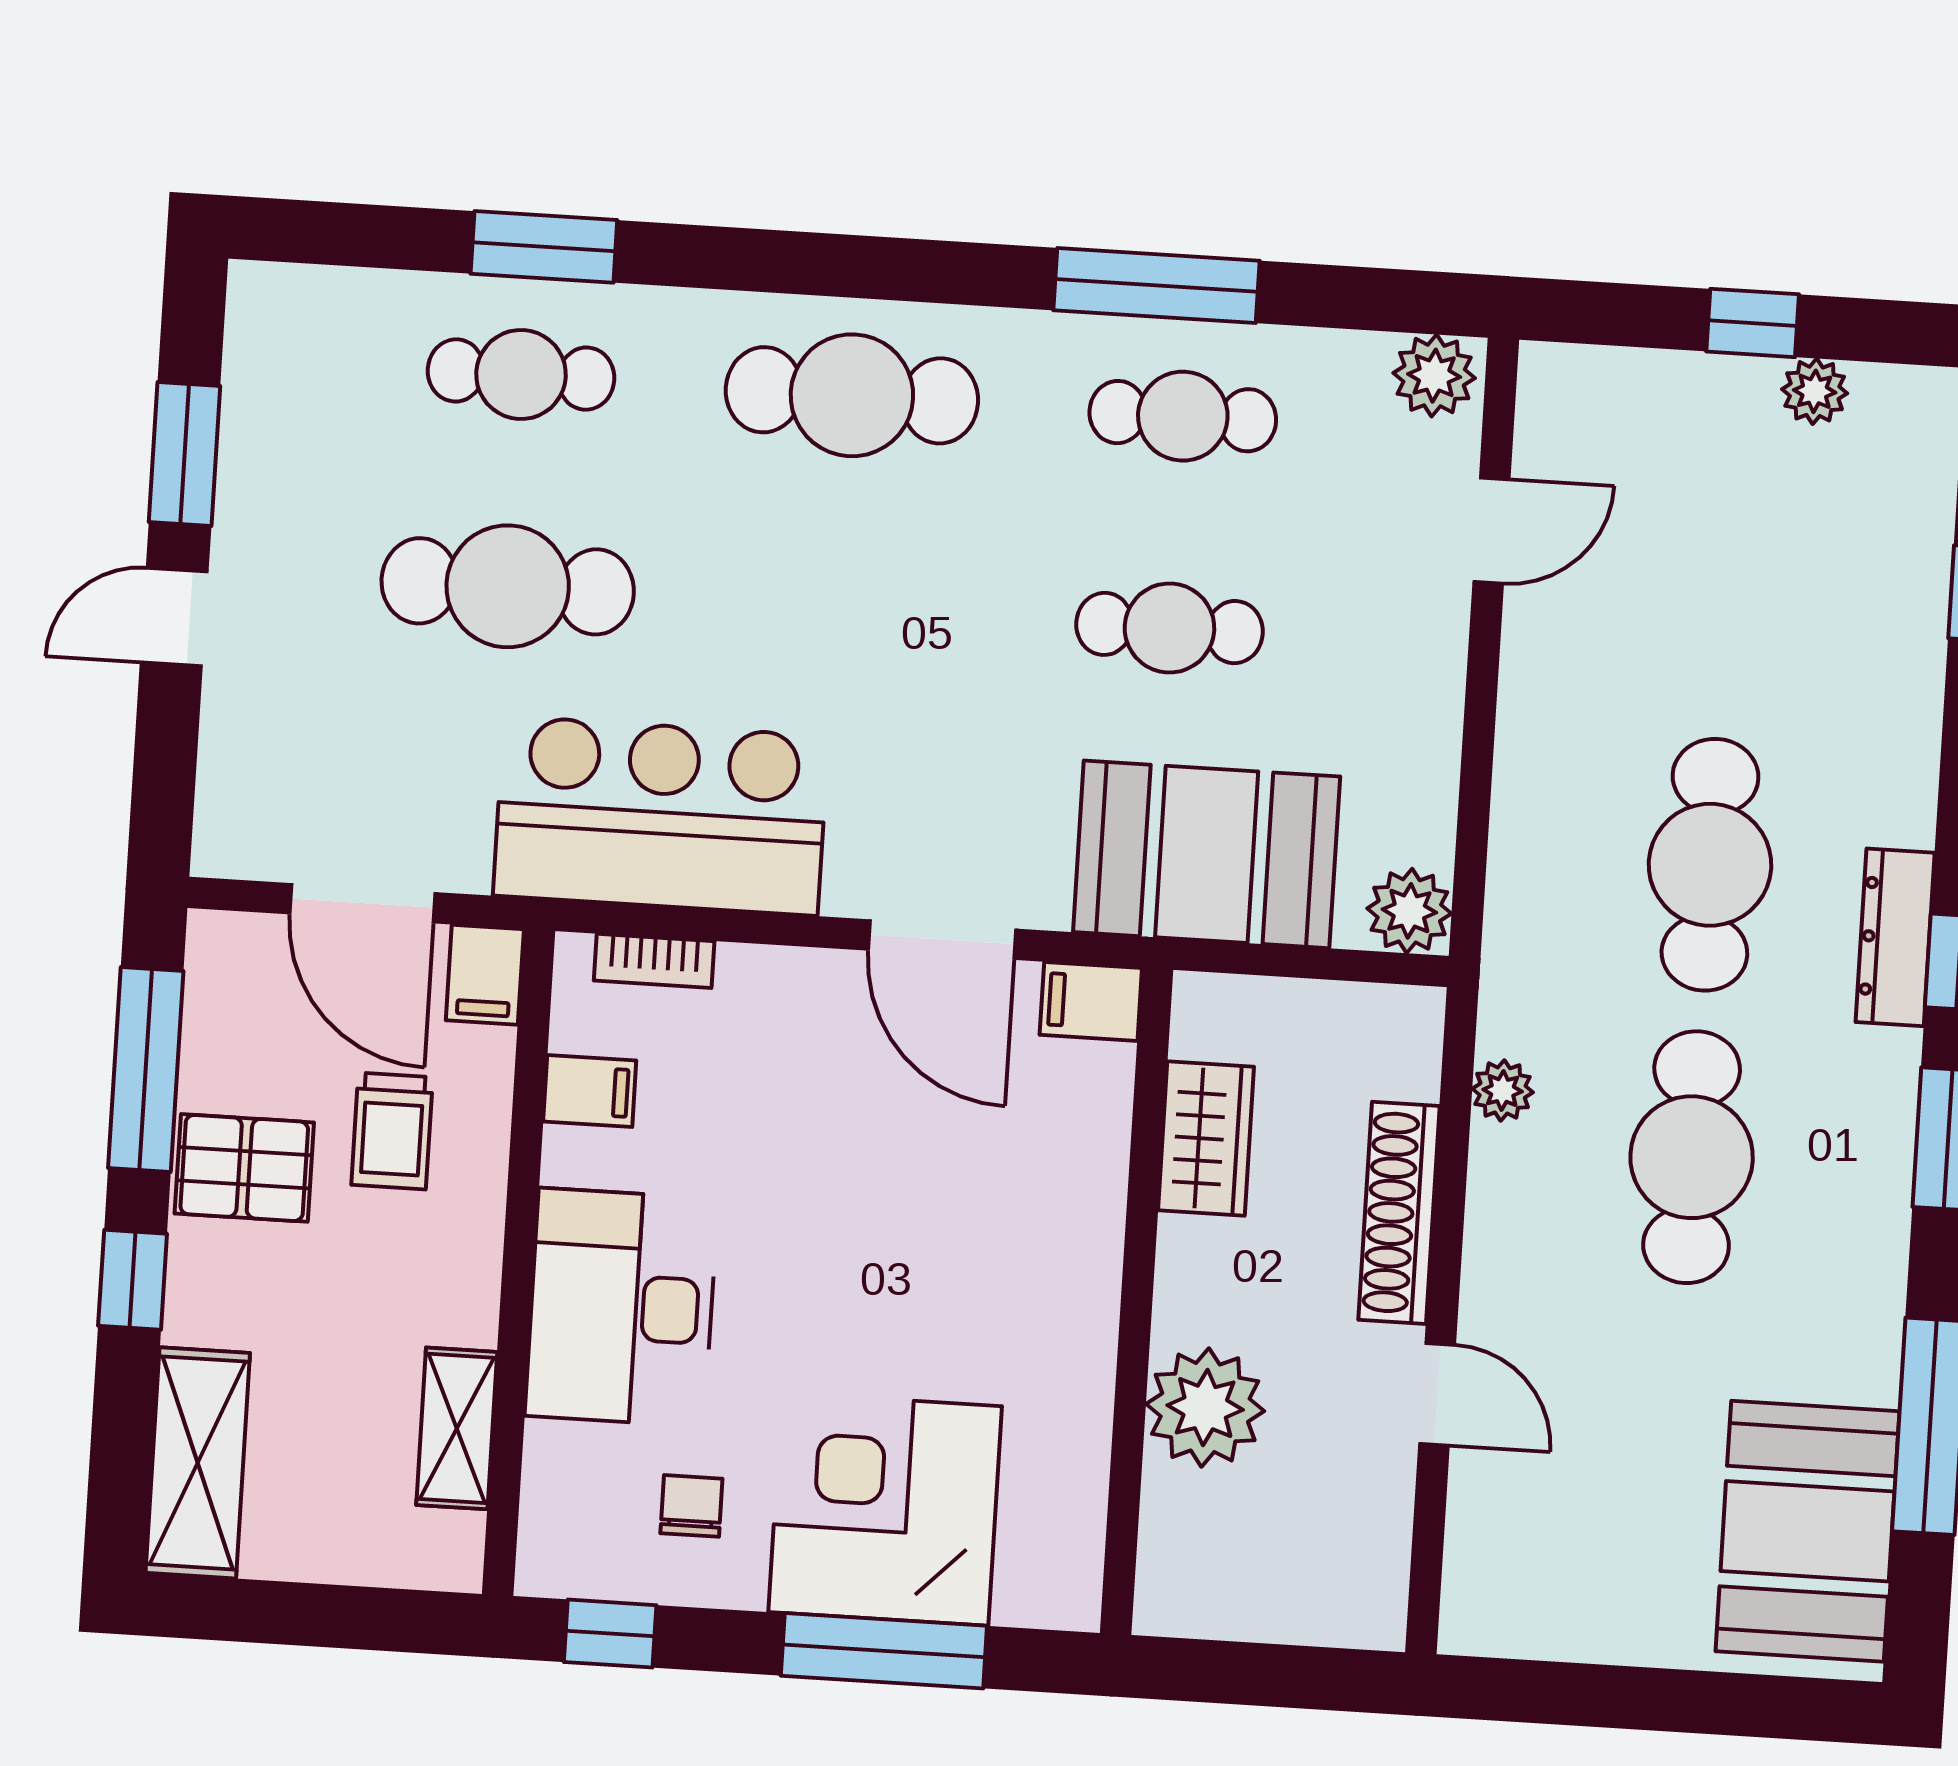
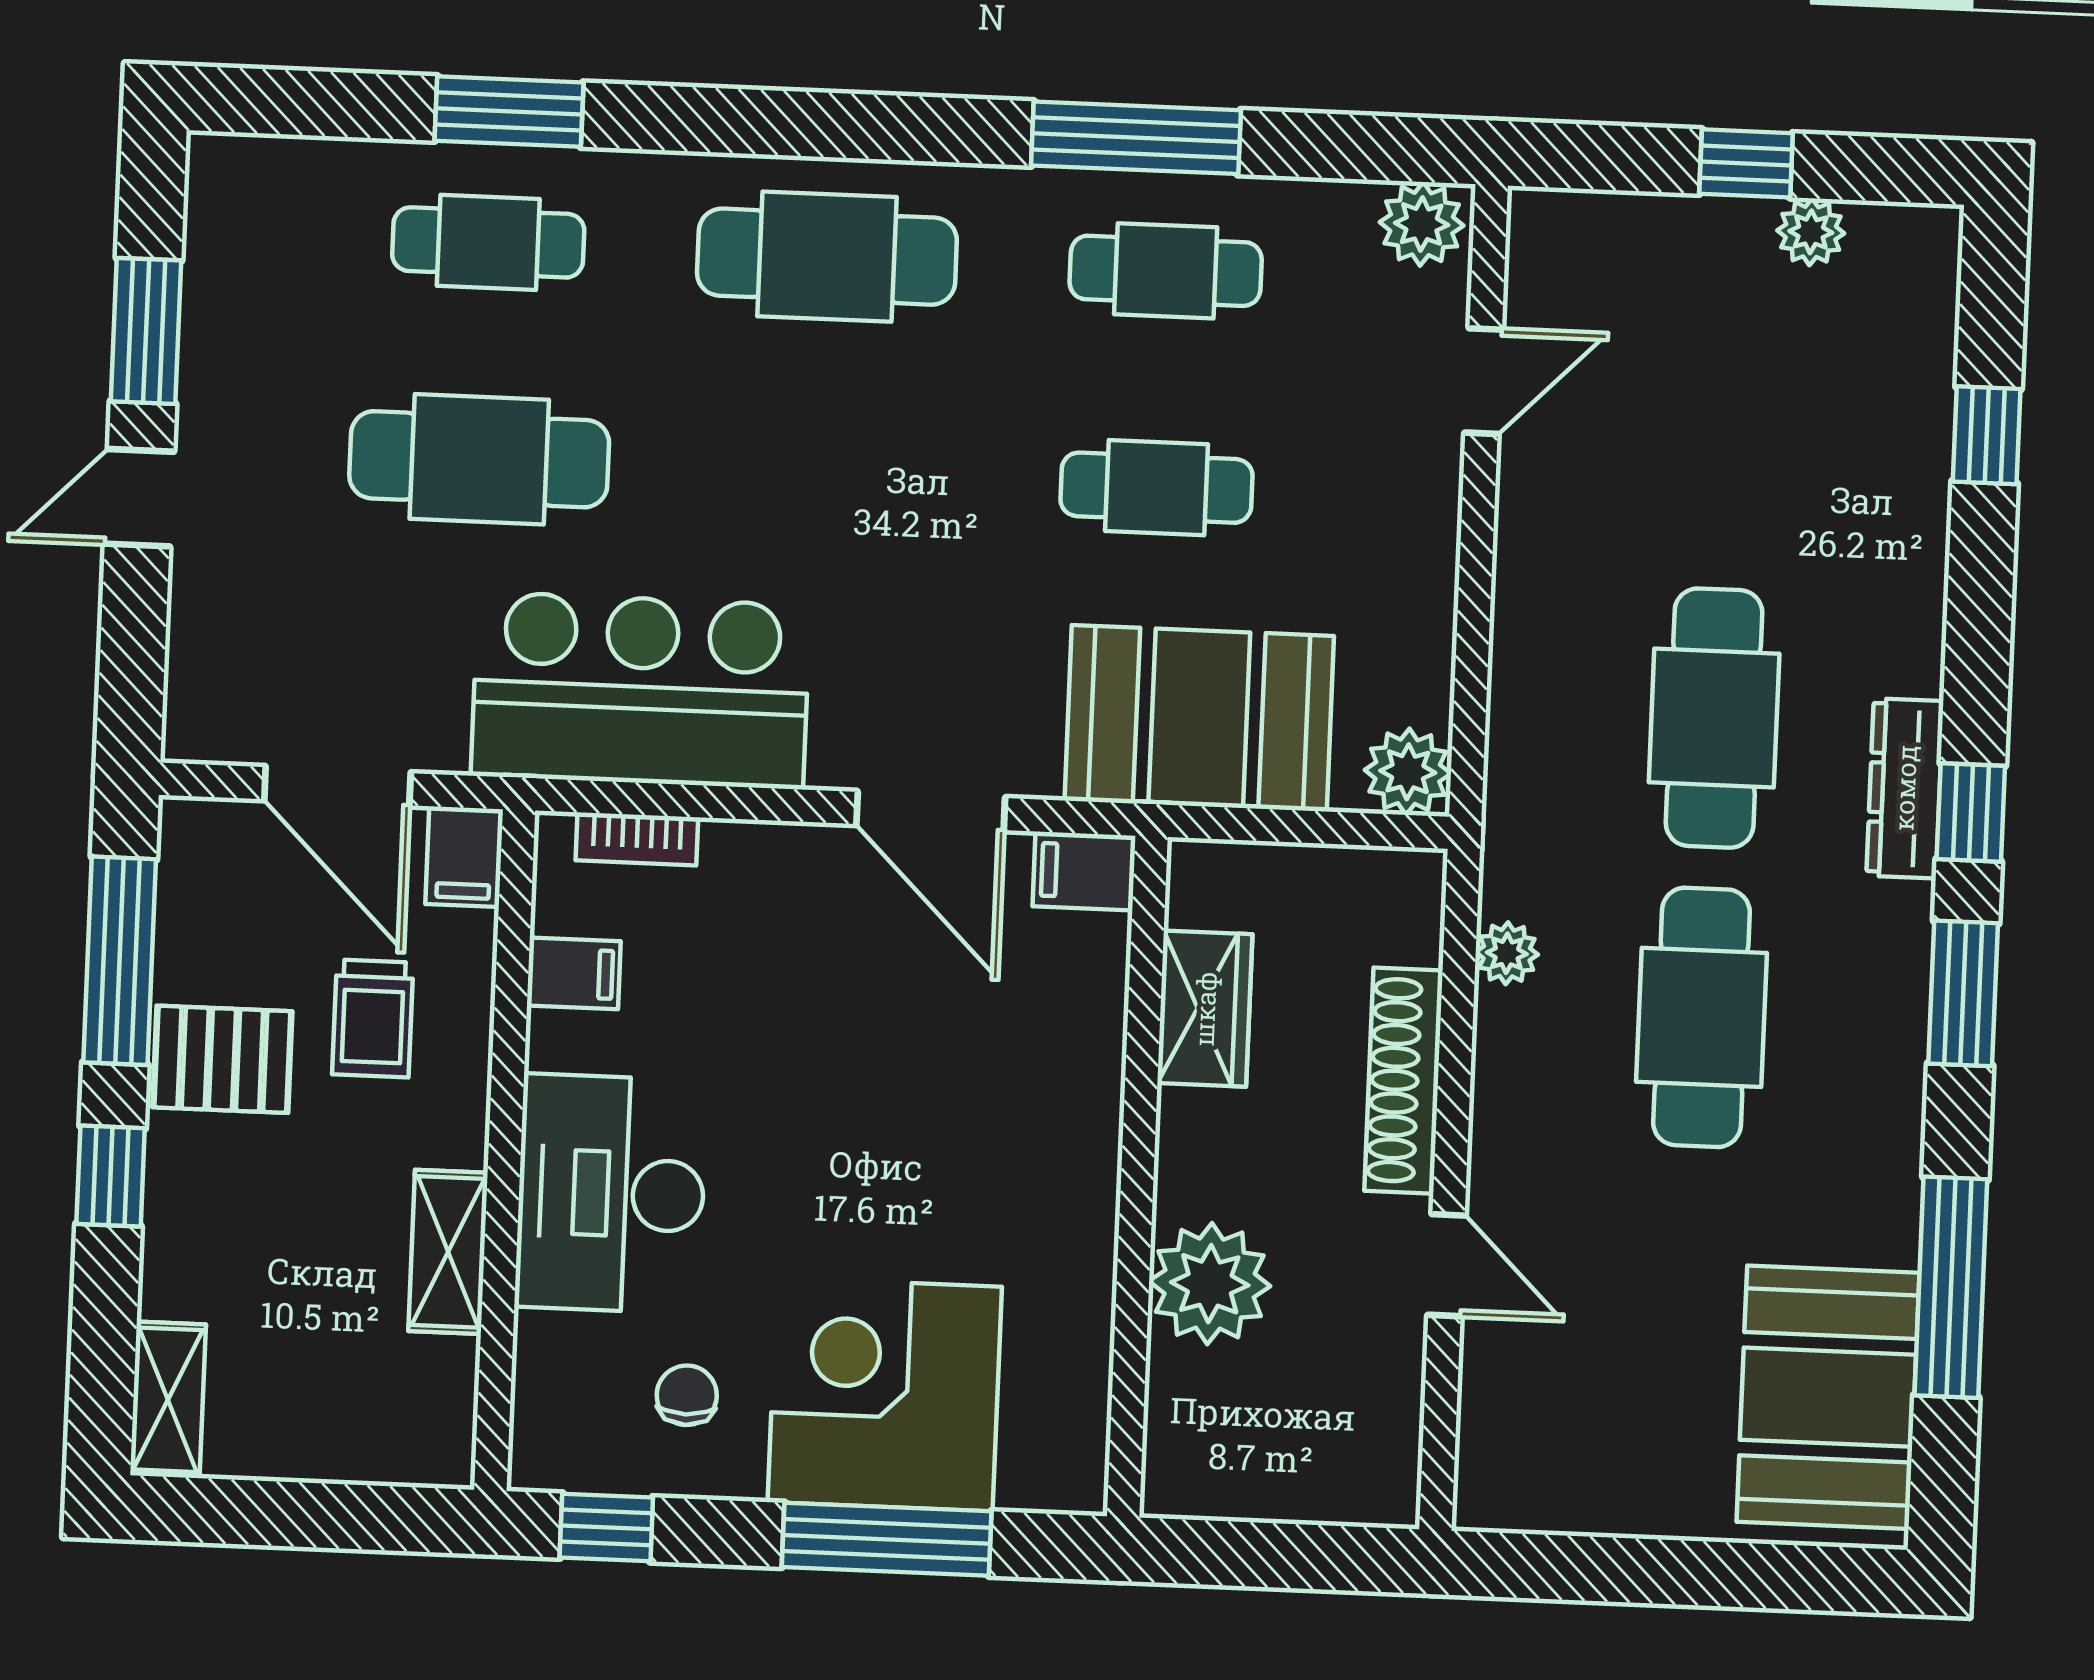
shelving: (457, 1428) -> (448, 1252), moved
shelving: (198, 1463) -> (168, 1400), width x0.67, depth x0.75

